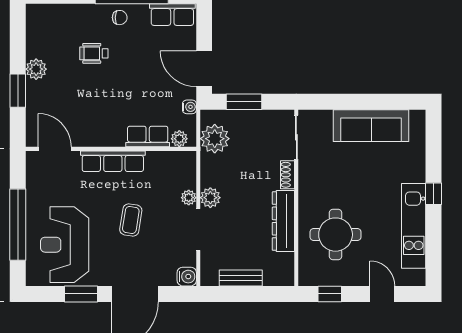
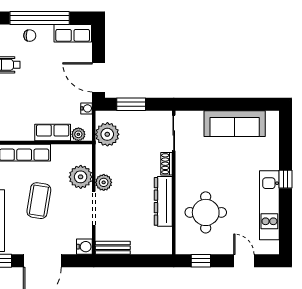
plant: (189, 198) -> (81, 177), width x1.87, depth x1.87
coffee table: (131, 220) -> (39, 201), width x1.36, depth x1.30
bench: (241, 278) -> (113, 248), moved

